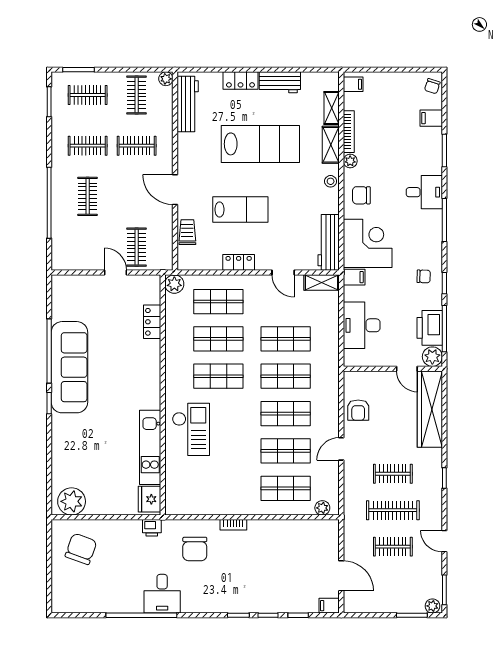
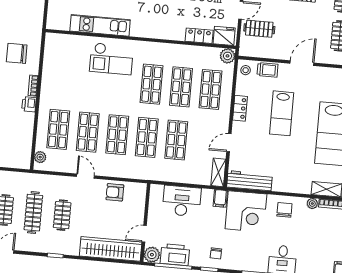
stool: (331, 181) -> (246, 70), moved
fridge: (149, 499) -> (224, 36), moved
printer: (152, 528) -> (29, 104), moved

